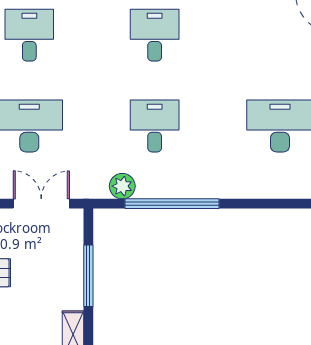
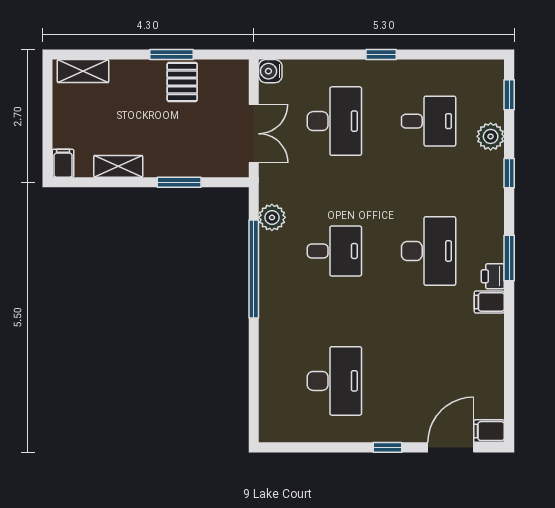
desk: (155, 35) -> (429, 251), width x1.37
window: (88, 276) -> (179, 182), width x0.69

